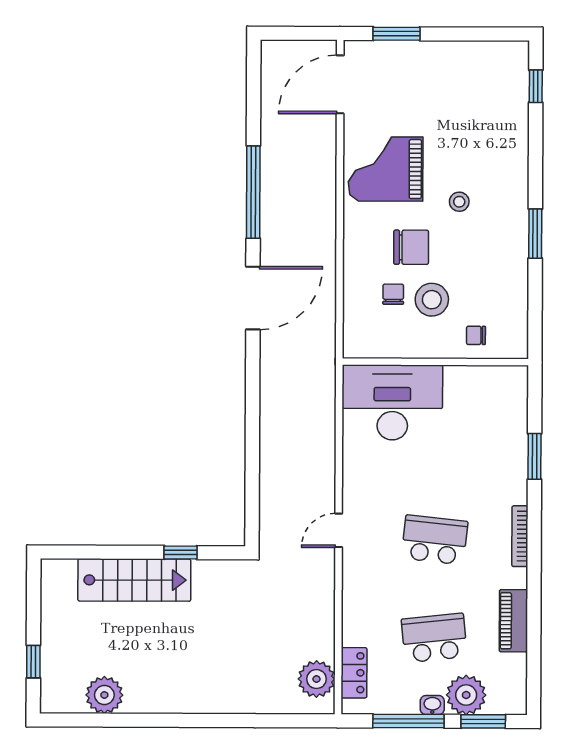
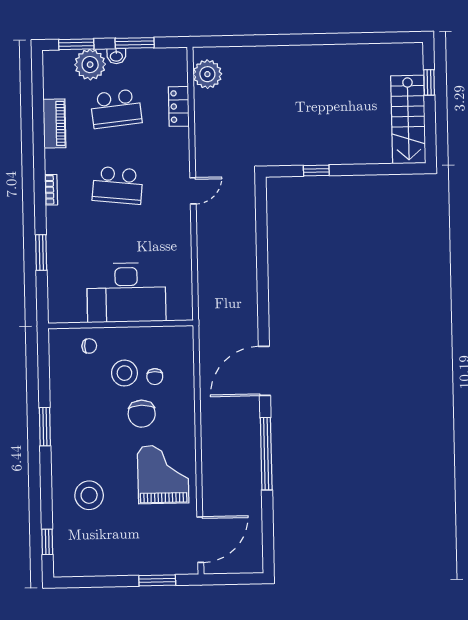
grand piano: (386, 169) -> (163, 474), turned -90
stool: (459, 202) -> (89, 495), moved, width x1.89, depth x1.89
chair: (411, 247) -> (142, 414), turned -90
desk: (392, 402) -> (126, 292), moved
bookcase: (520, 536) -> (51, 190), width x0.64
stairs: (134, 580) -> (408, 119), moved, turned -90
locker: (354, 673) -> (179, 106), moved
plant: (104, 695) -> (373, 58), removed
window: (408, 721) -> (135, 43), width x0.69

